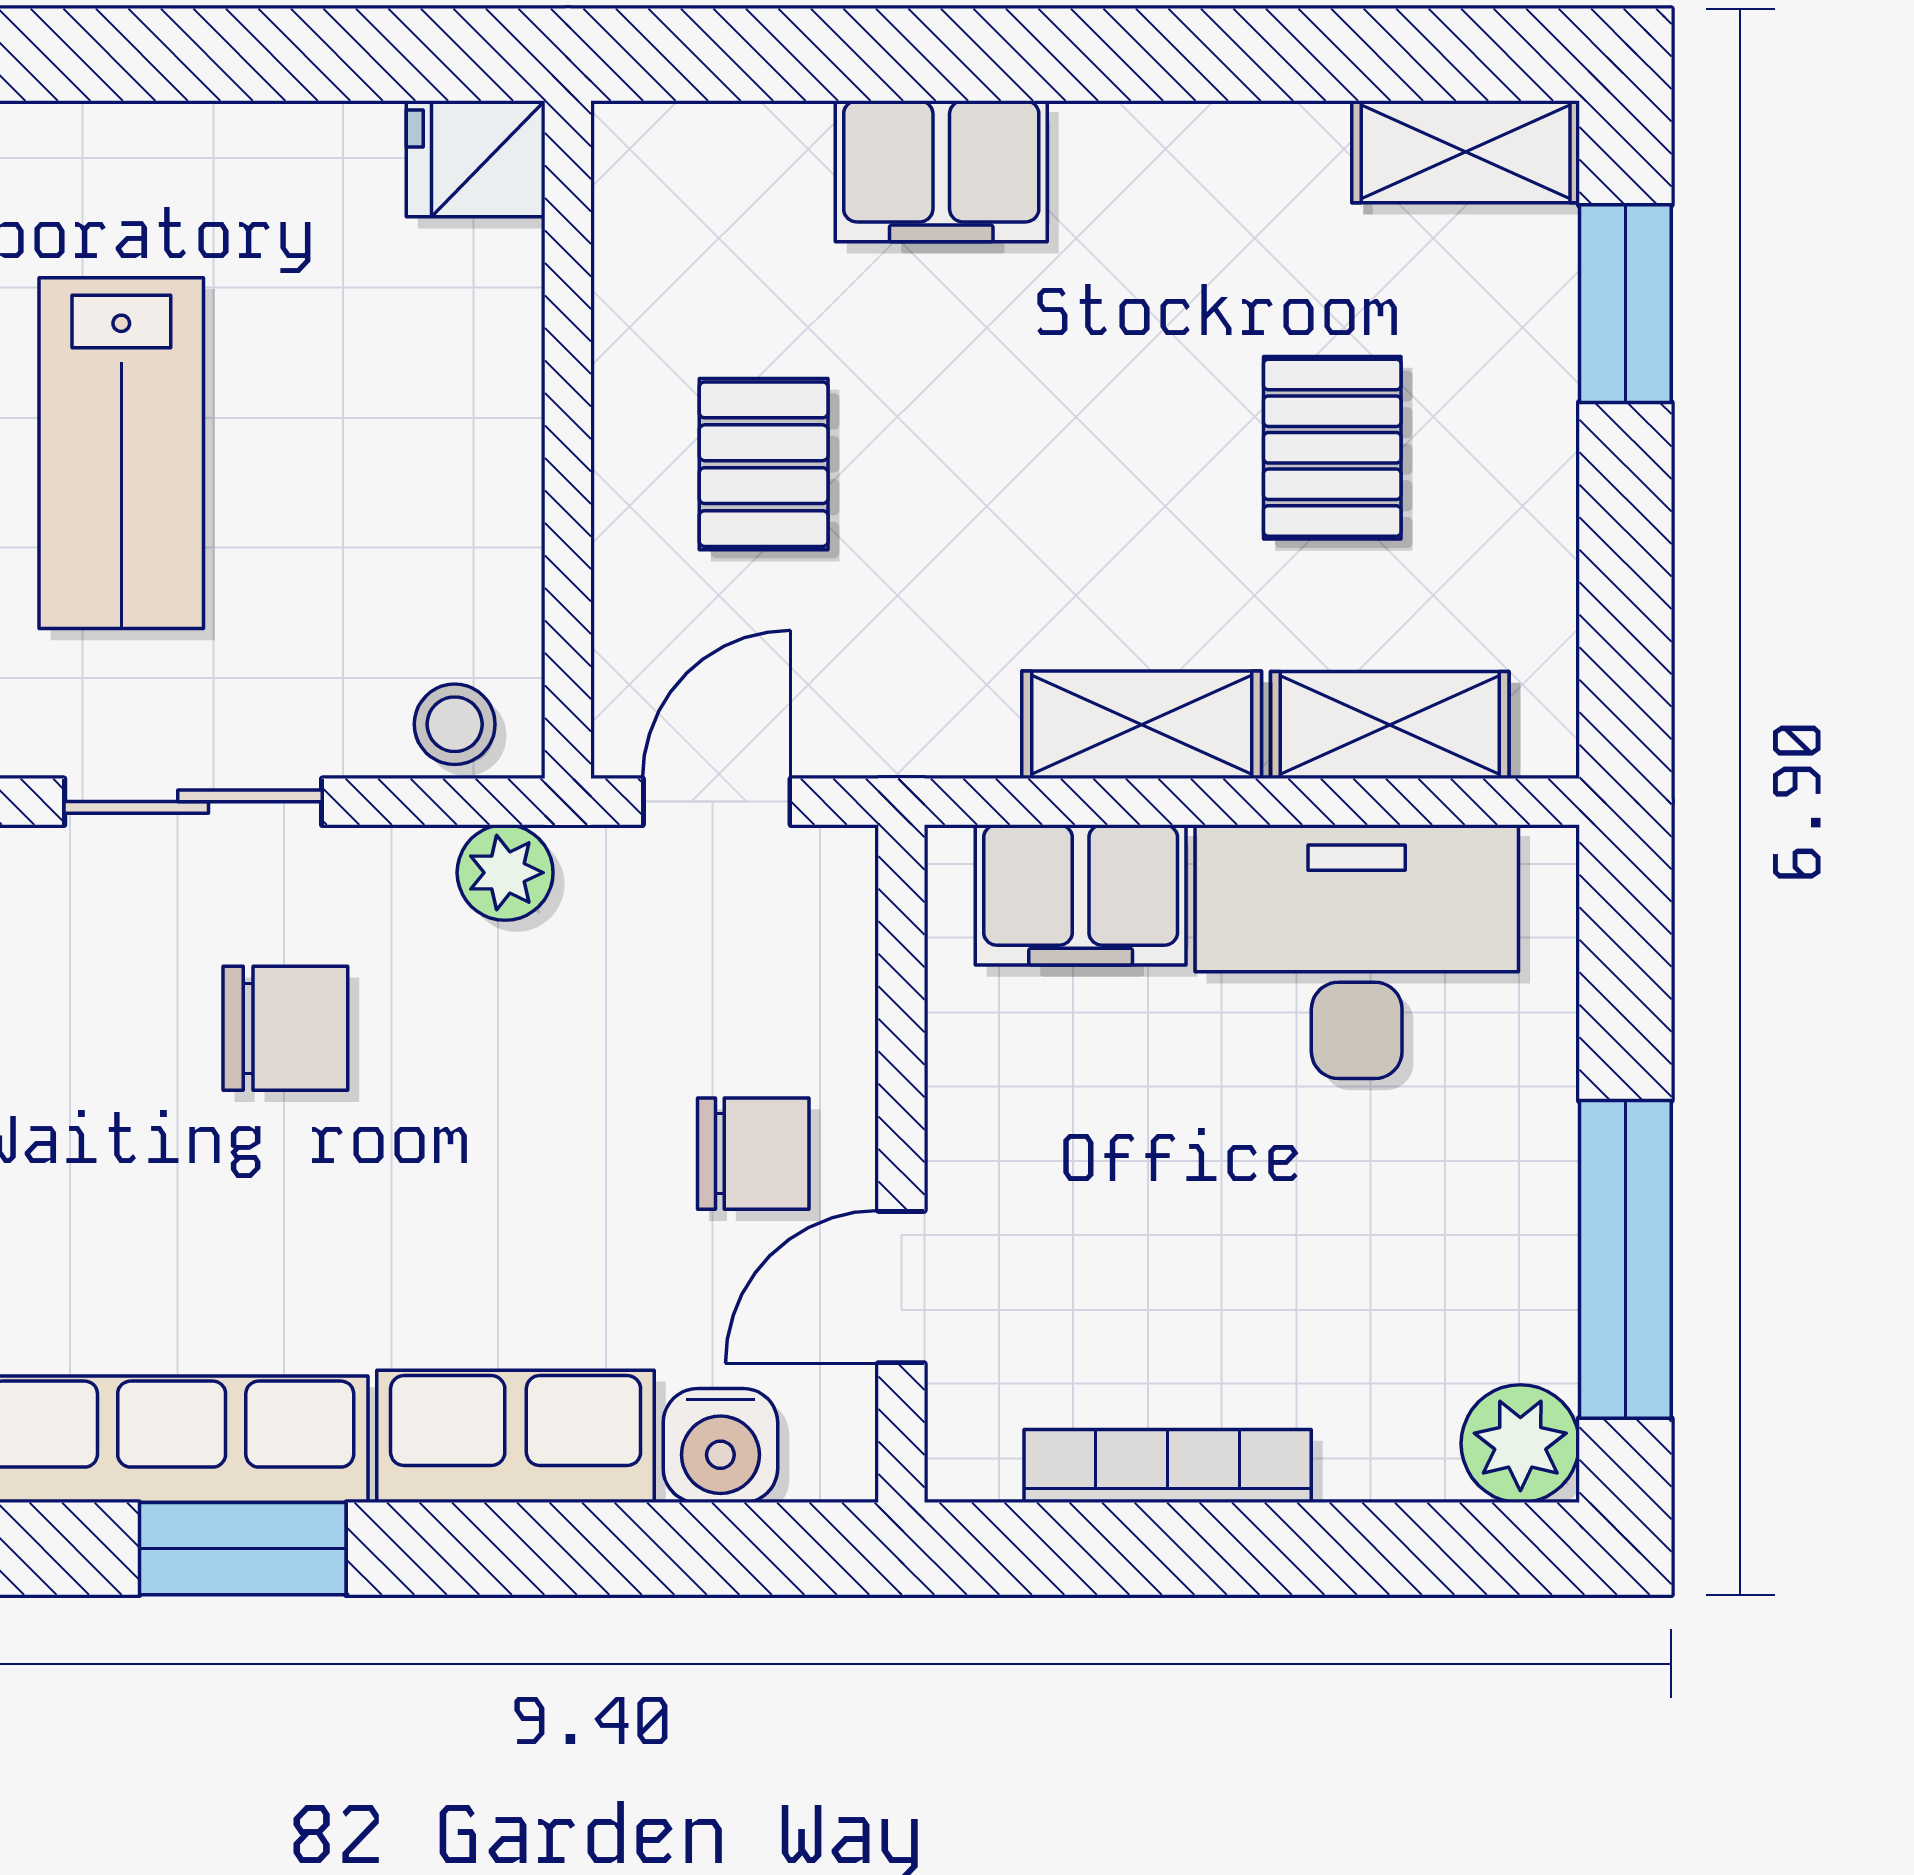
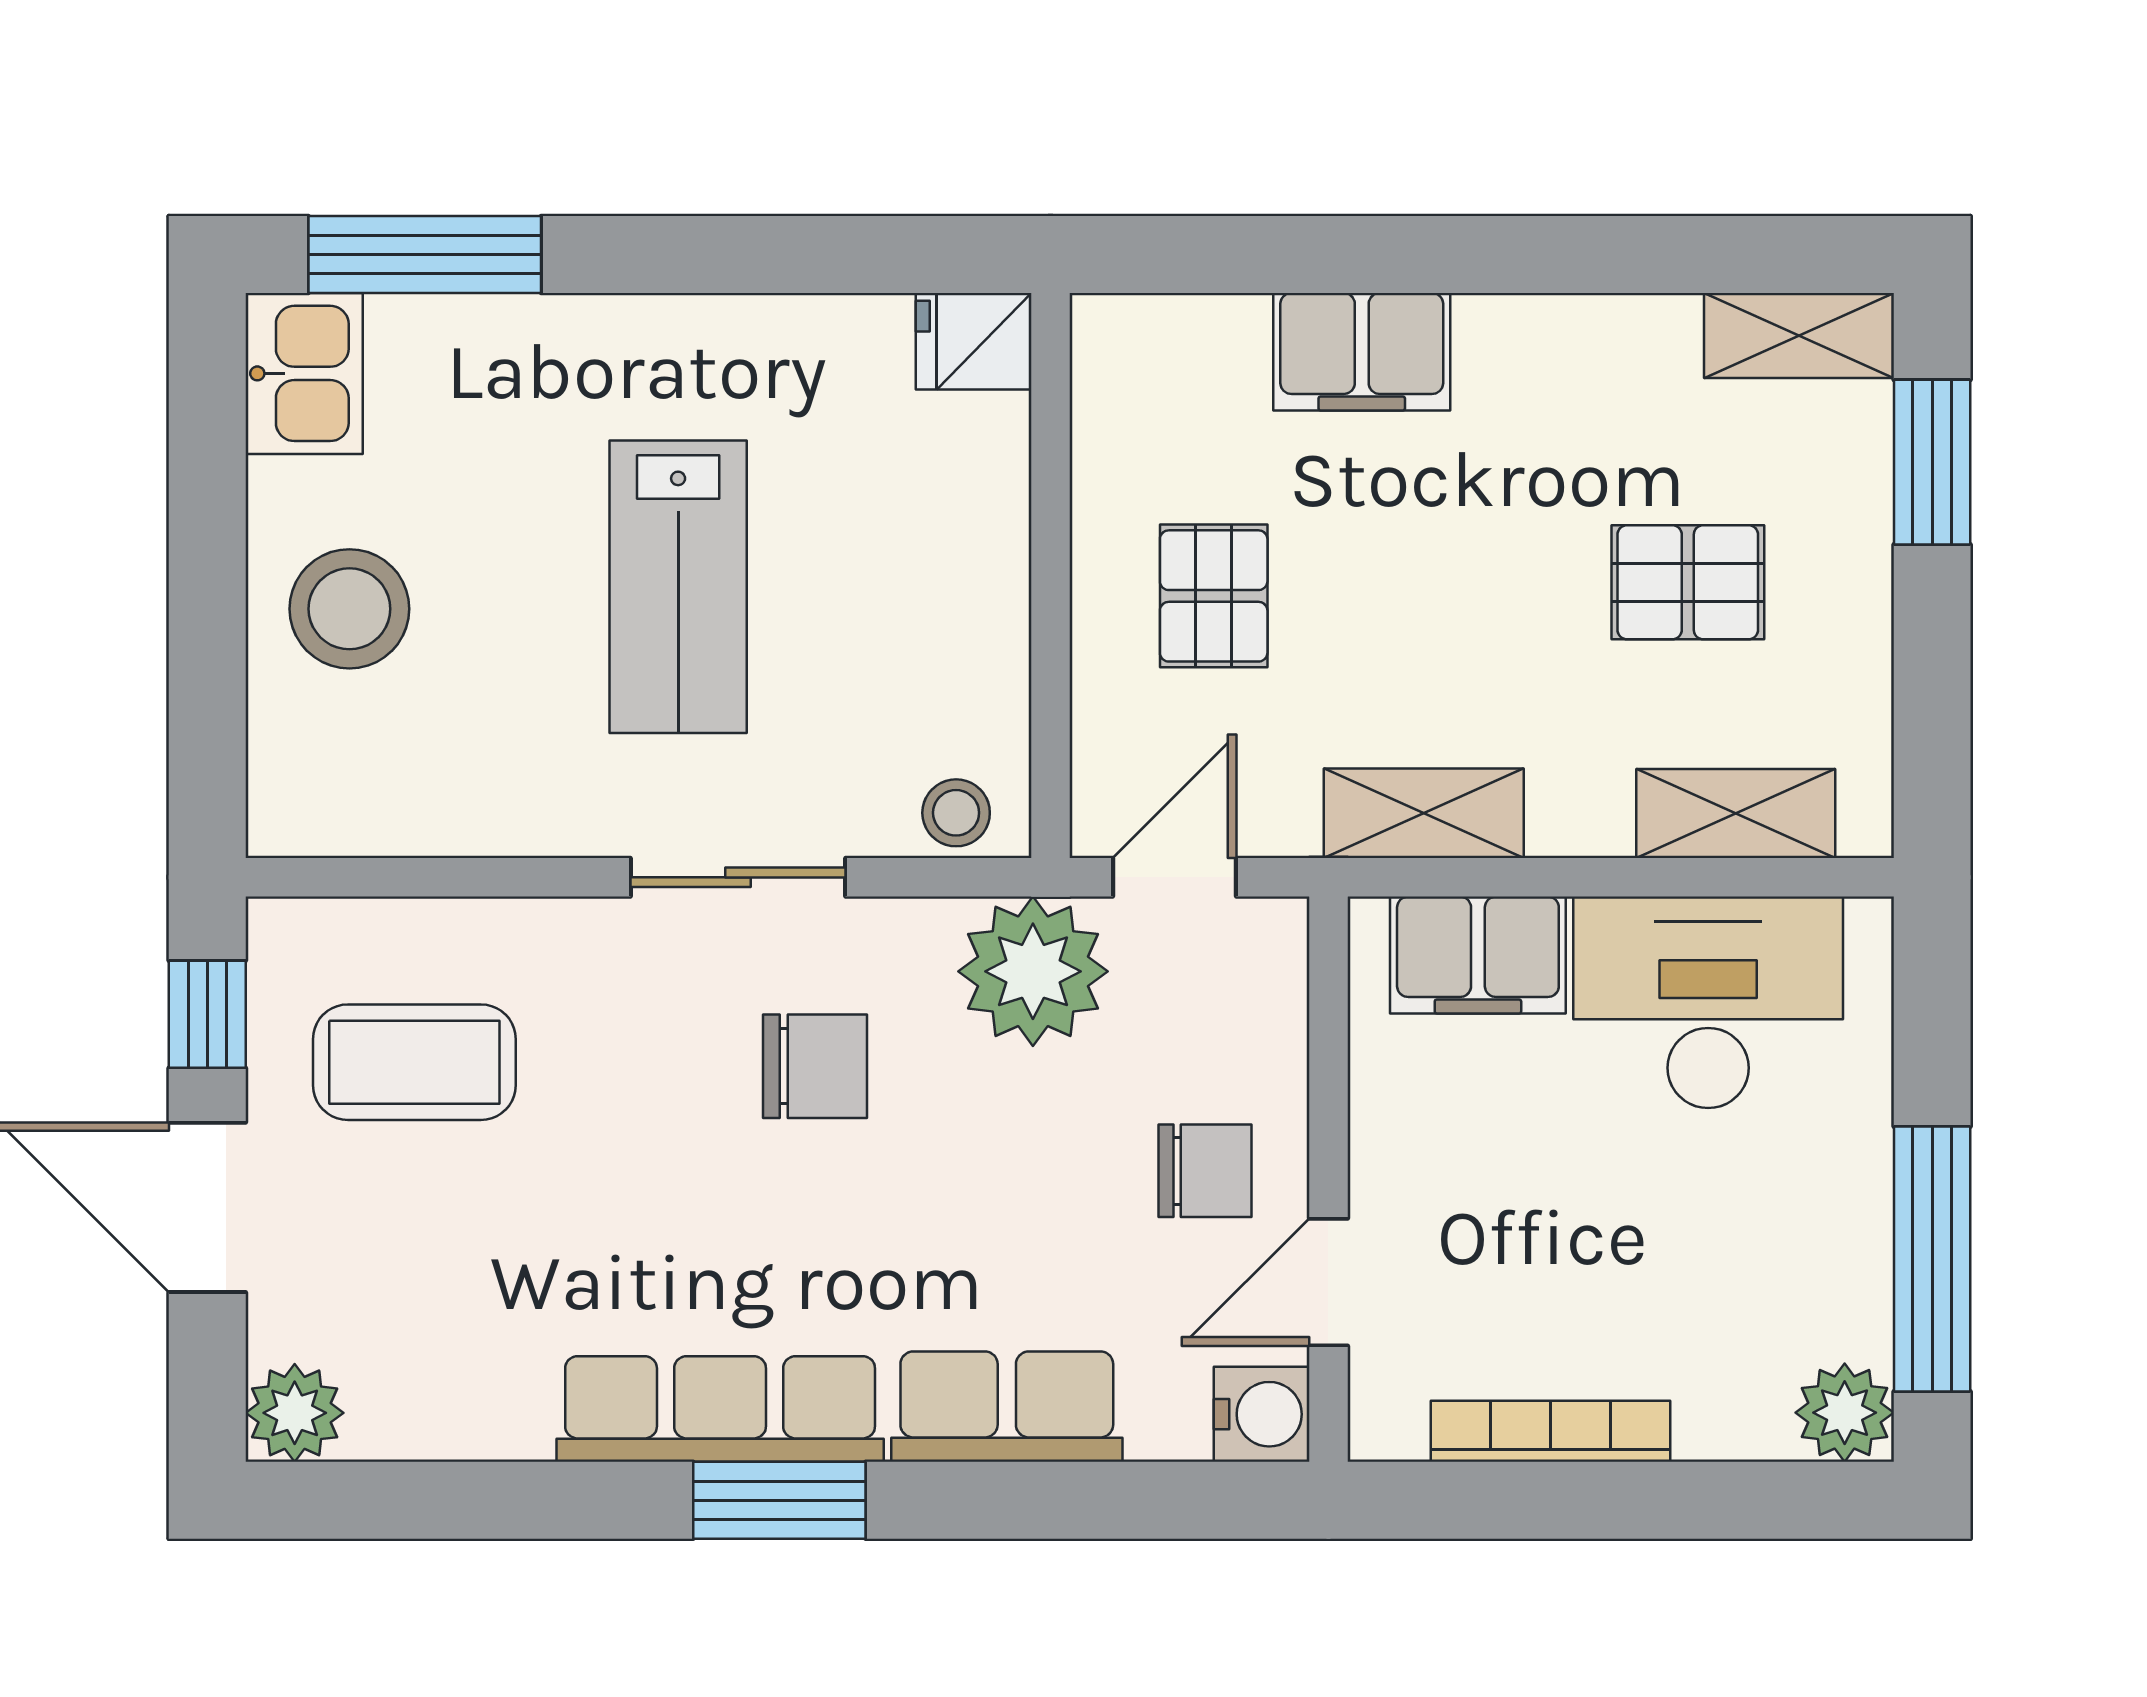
pallet: (1332, 448) -> (1688, 582), turned 90
shelving: (1142, 725) -> (1424, 813), moved
plant: (505, 873) -> (1033, 971), width x1.88, depth x1.88
water cooler: (720, 1446) -> (1262, 1414), moved, turned -90

